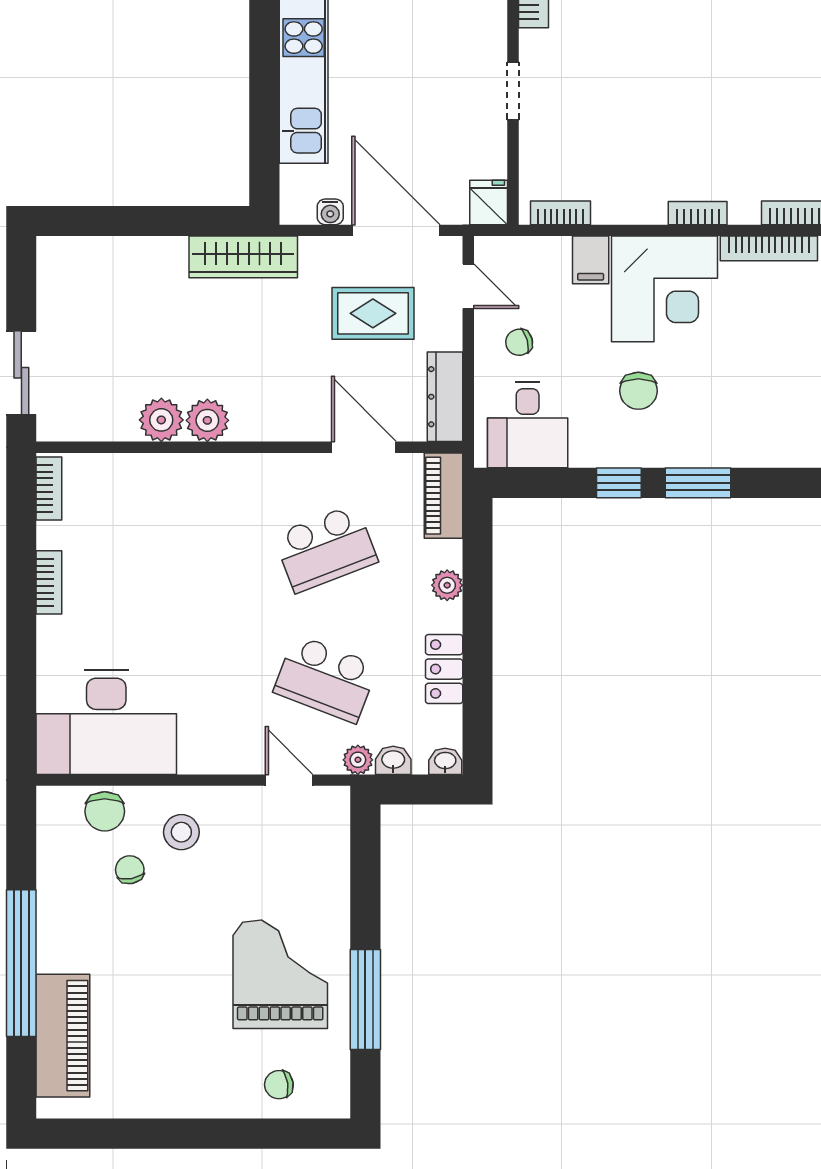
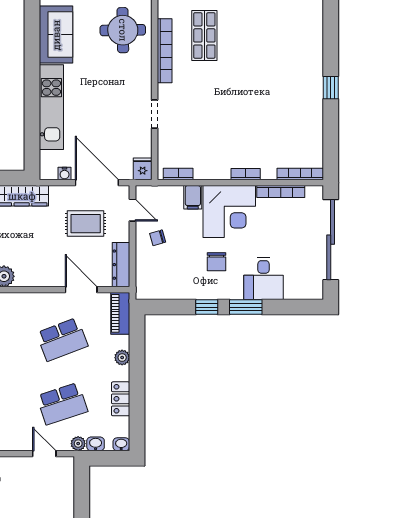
desk: (528, 425) -> (264, 278), moved
school desk: (326, 679) -> (62, 404), turned -39

